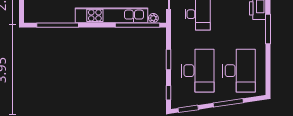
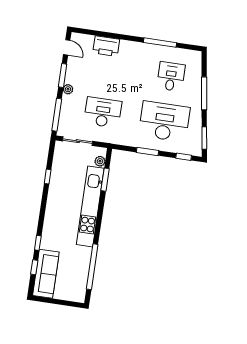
window: (138, 25) -> (105, 180), width x0.47
window: (268, 29) -> (160, 43), moved
desk: (239, 71) -> (171, 77), width x0.53, depth x0.77

